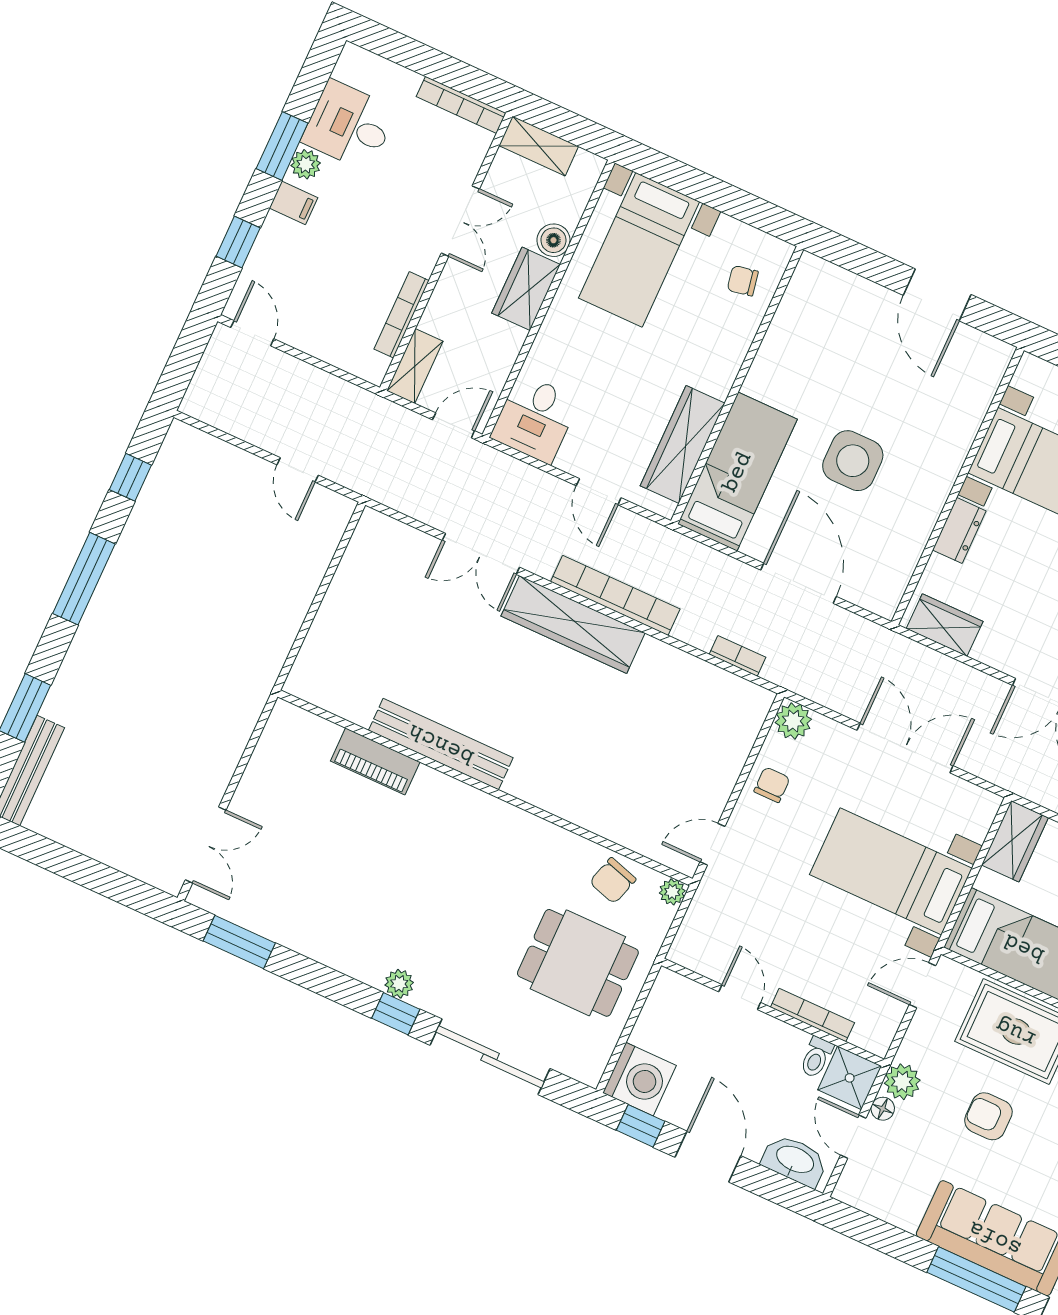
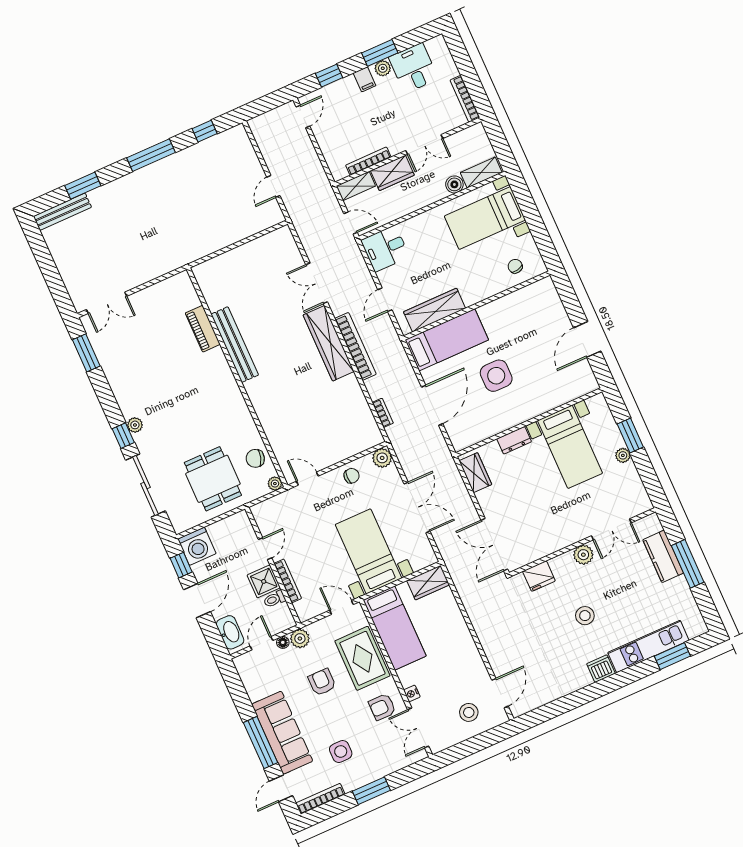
shelving: (539, 146) -> (481, 172), moved, turned 90
wardrobe: (526, 289) -> (392, 173), moved, turned 180
shower: (850, 1078) -> (264, 581), moved

